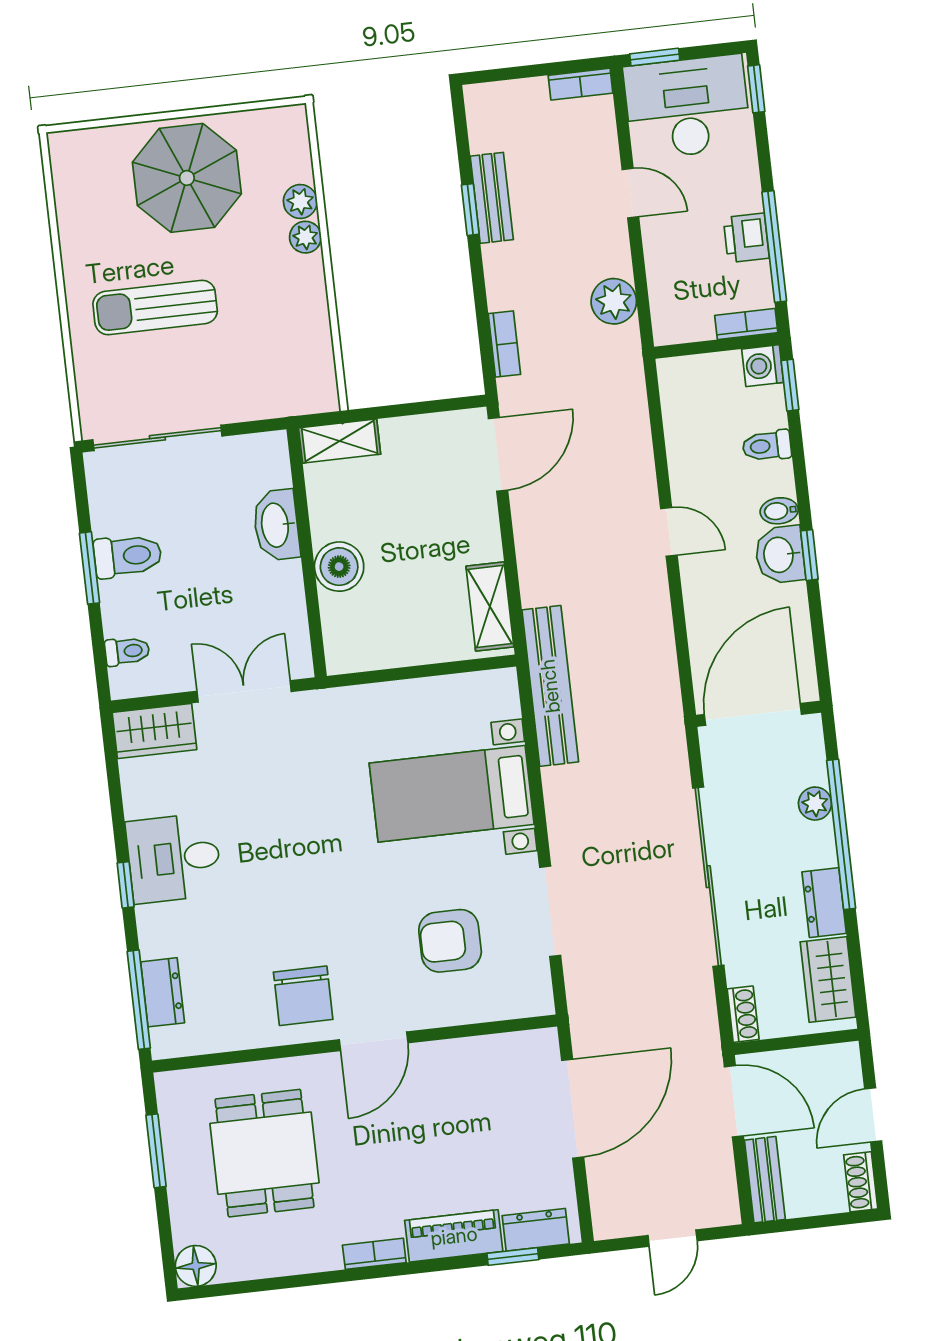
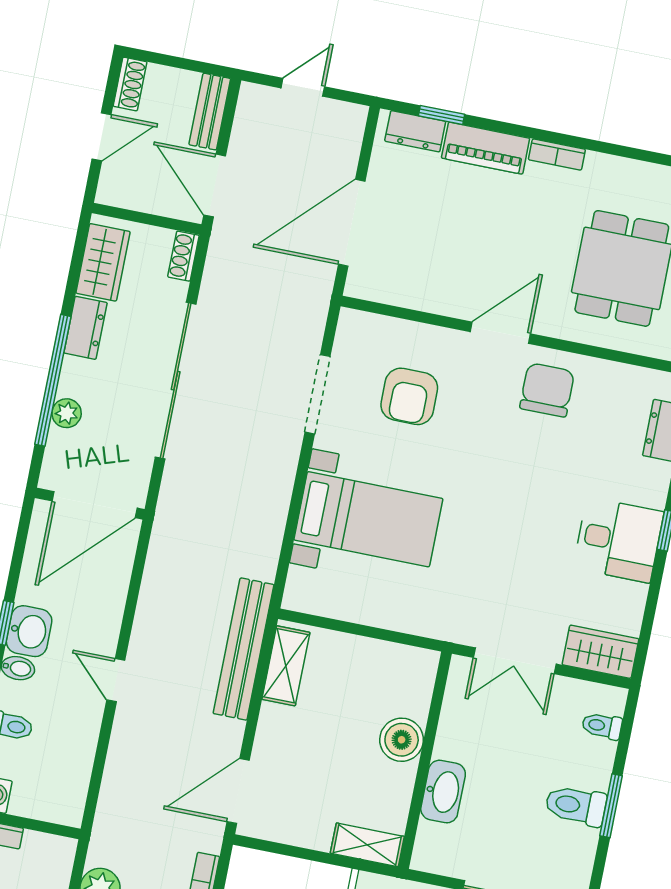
bench: (550, 686) -> (244, 649), moved
armchair: (450, 941) -> (409, 396), turned 90

